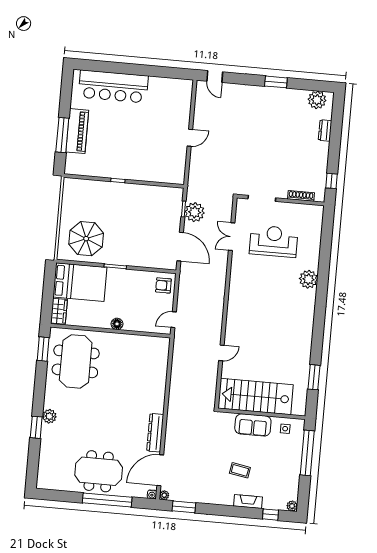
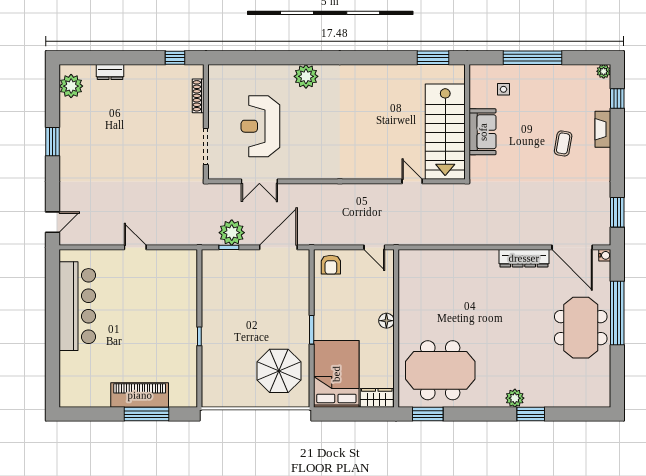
bar counter: (113, 86) -> (77, 306), moved
stairs: (256, 397) -> (445, 132), moved
wall: (262, 414) -> (467, 122), moved
sofa: (253, 425) -> (483, 132), moved
plant: (164, 495) -> (604, 239), removed

